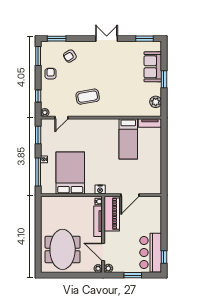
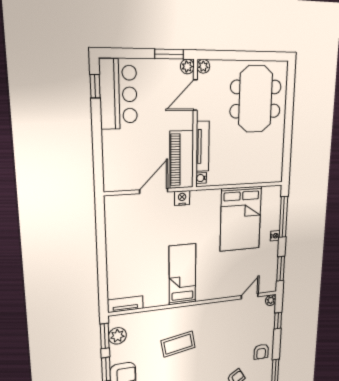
coffee table: (88, 97) -> (178, 344), moved
window: (164, 103) -> (105, 336), added
bed: (128, 139) -> (182, 274), moved
nightstand: (100, 190) -> (182, 198), moved
door: (103, 252) -> (195, 95), swing flipped
window: (133, 275) -> (169, 54), moved

